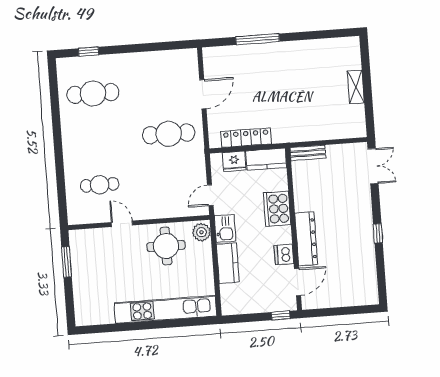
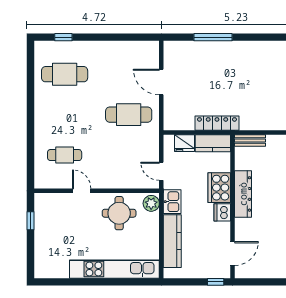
door: (203, 94) -> (161, 82), swing flipped
locker: (246, 138) -> (217, 123), moved
door: (210, 195) -> (161, 171), hinge flipped
dresser: (306, 239) -> (243, 194), moved
dishwasher: (284, 255) -> (222, 212), moved
window: (67, 262) -> (30, 221), width x0.67
kitchen counter: (228, 263) -> (172, 241), width x1.50

